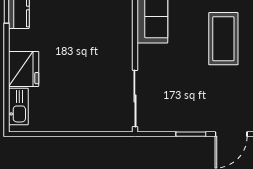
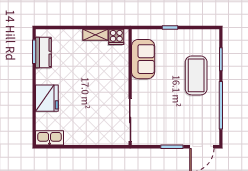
kitchen sink: (18, 107) -> (50, 138), moved, turned -90

